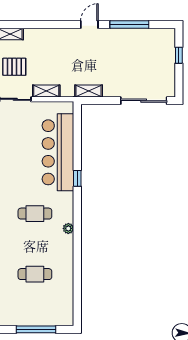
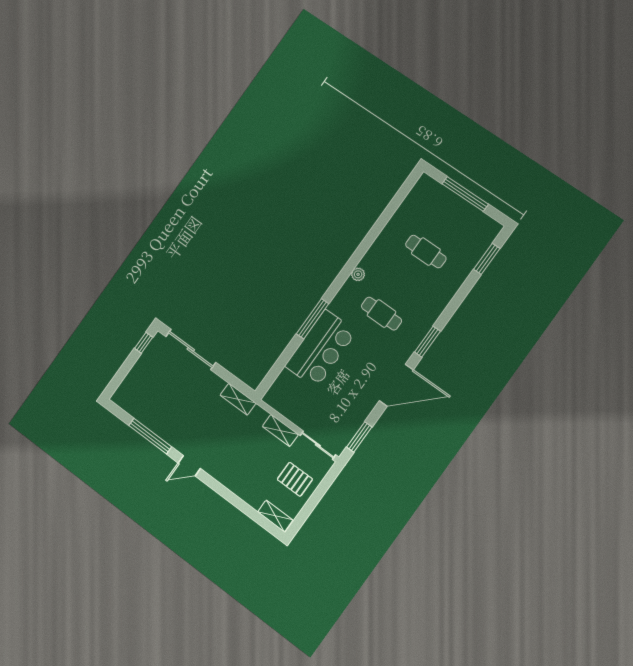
window: (179, 55) -> (144, 343), moved
bar counter: (58, 152) -> (321, 349), width x0.73
window: (77, 178) -> (313, 319), width x2.17

